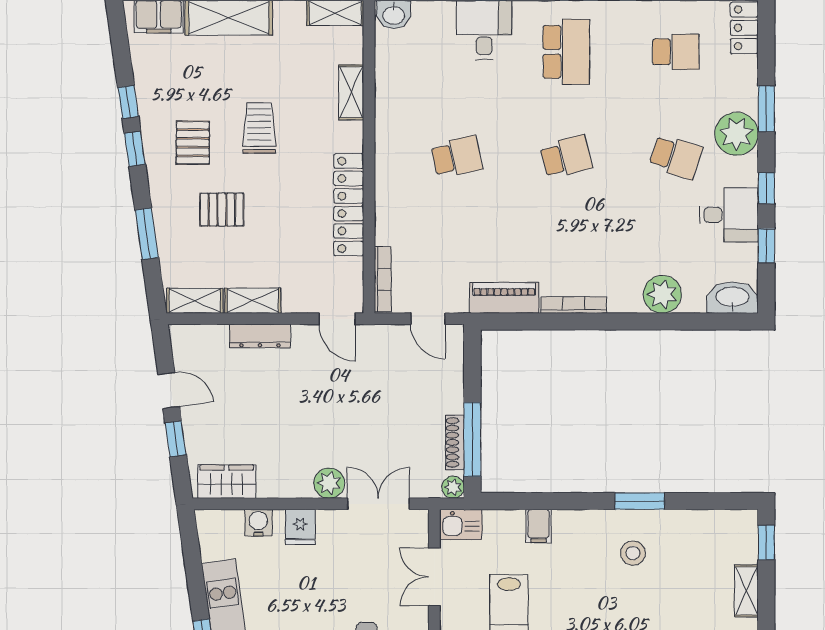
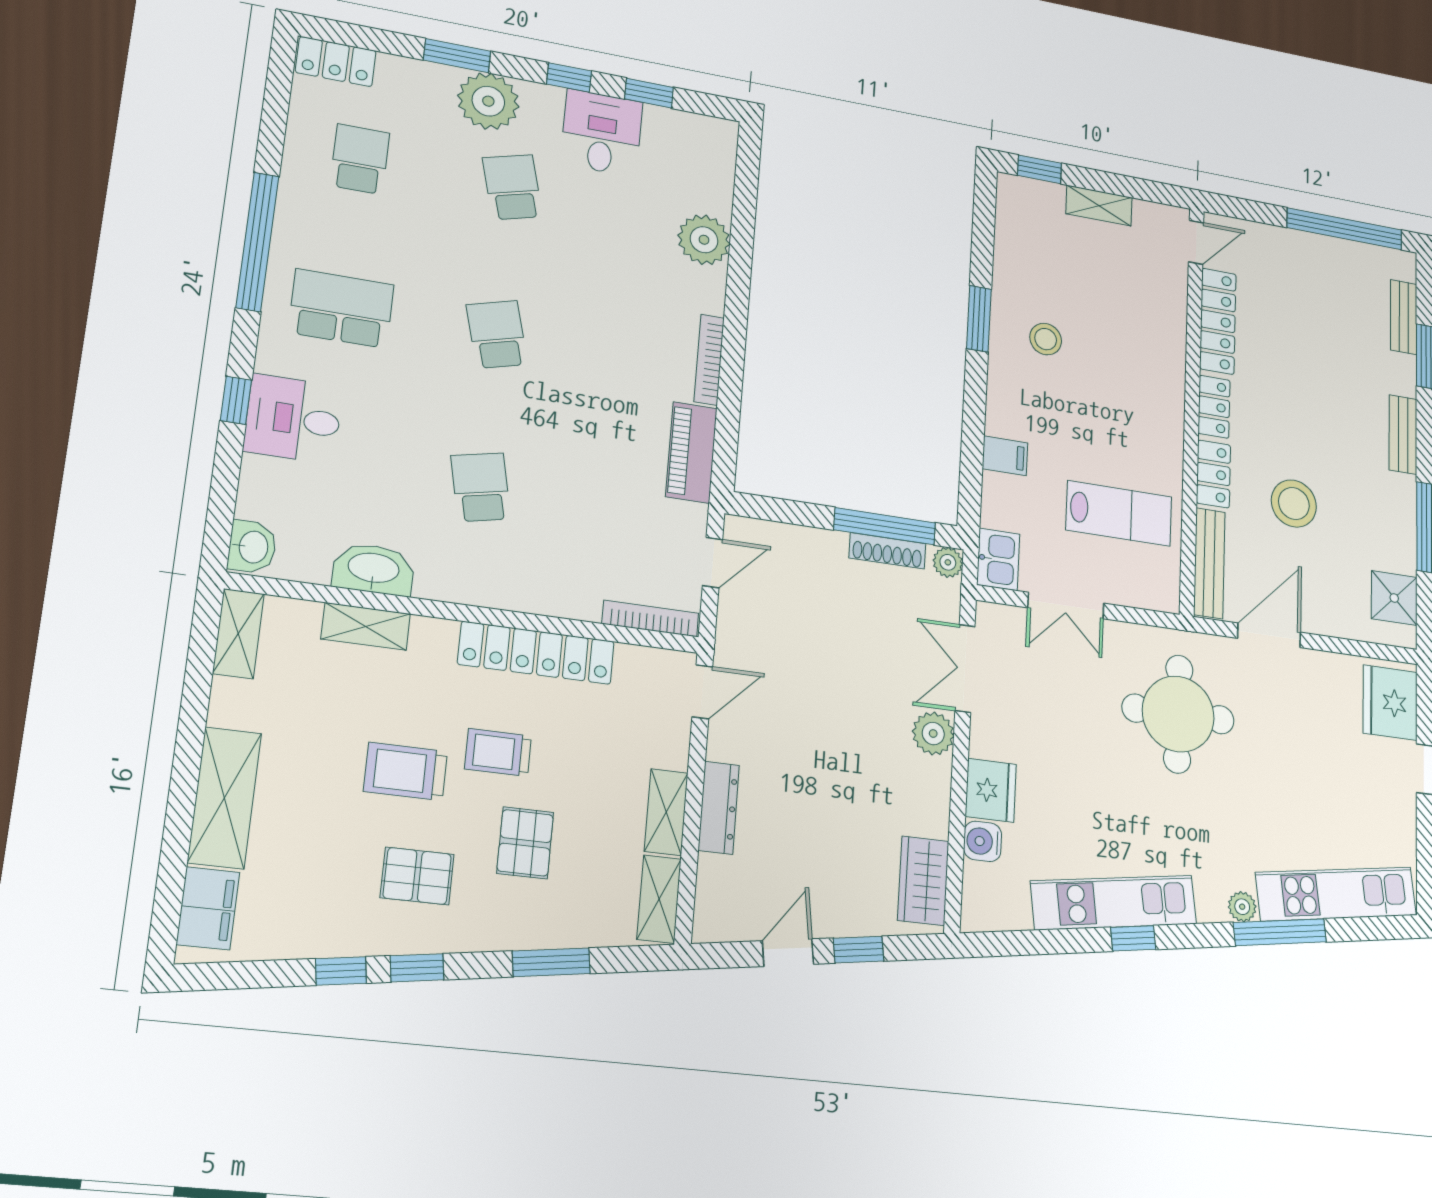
school desk: (676, 157) -> (513, 187), turned -33
trolley: (279, 186) -> (498, 752), added
washbasin: (732, 298) -> (373, 569), moved, turned 90
fridge: (300, 527) -> (991, 790), width x1.38

